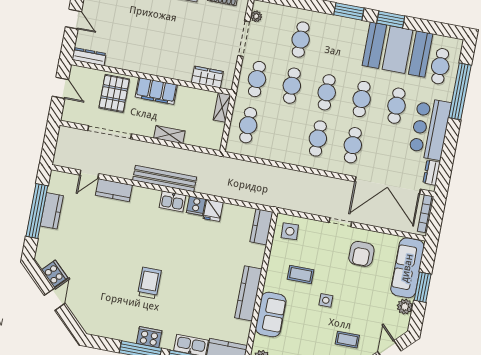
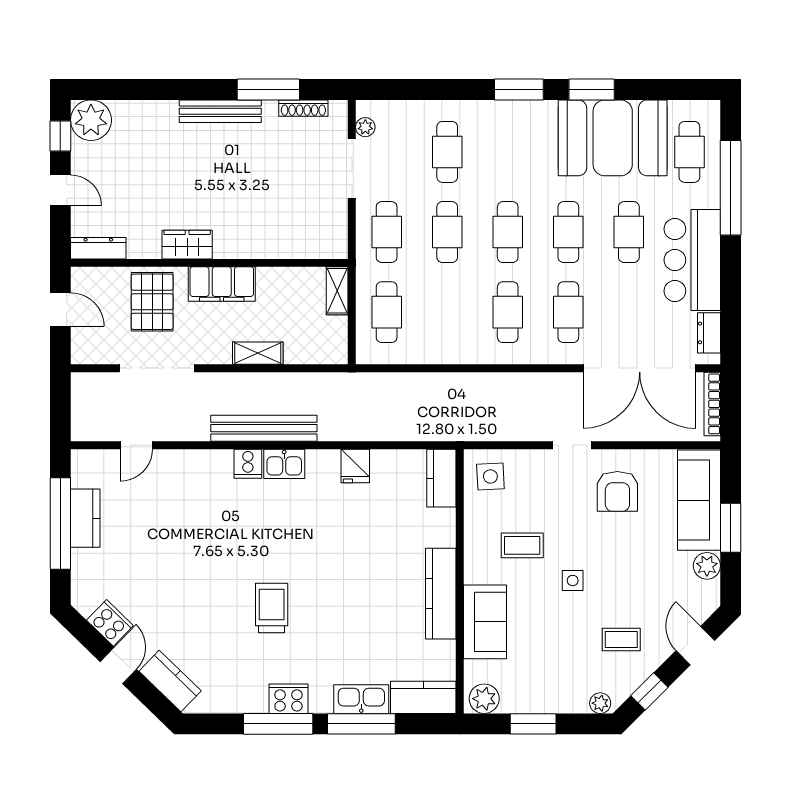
wardrobe: (207, 77) -> (187, 245), moved
kitchen counter: (114, 190) -> (170, 681), moved, turned -136
cooker: (196, 206) -> (248, 464), moved

